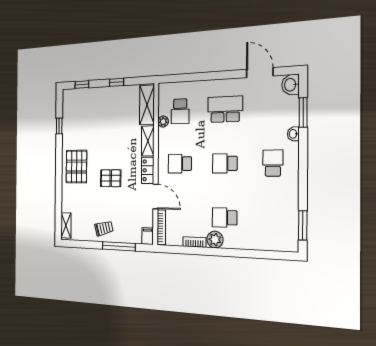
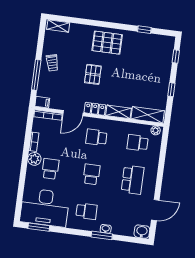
window: (303, 112) -> (102, 235), moved
plant: (163, 122) -> (156, 130), moved
school desk: (180, 164) -> (96, 137), turned -90
desk: (275, 220) -> (45, 207), added

